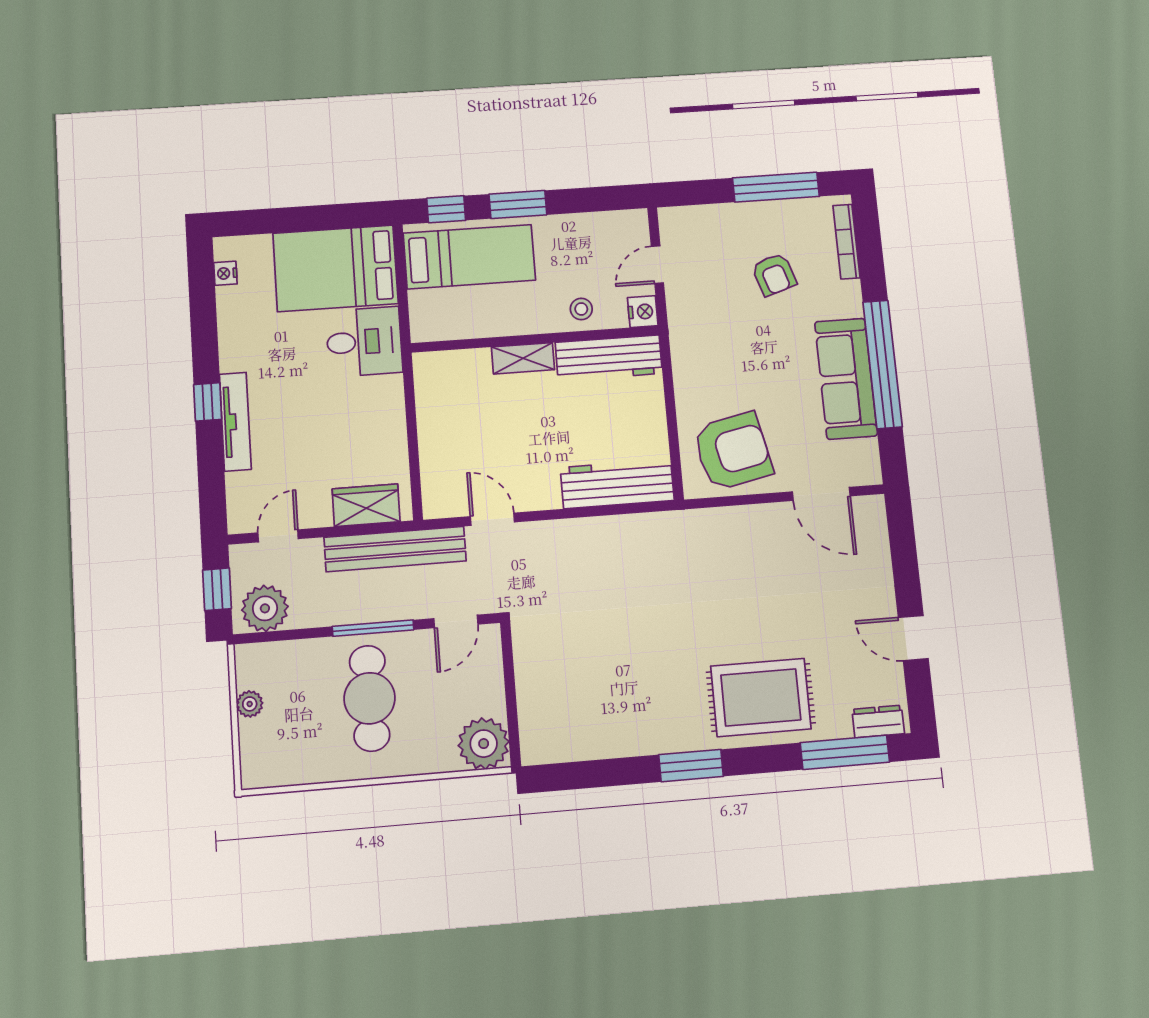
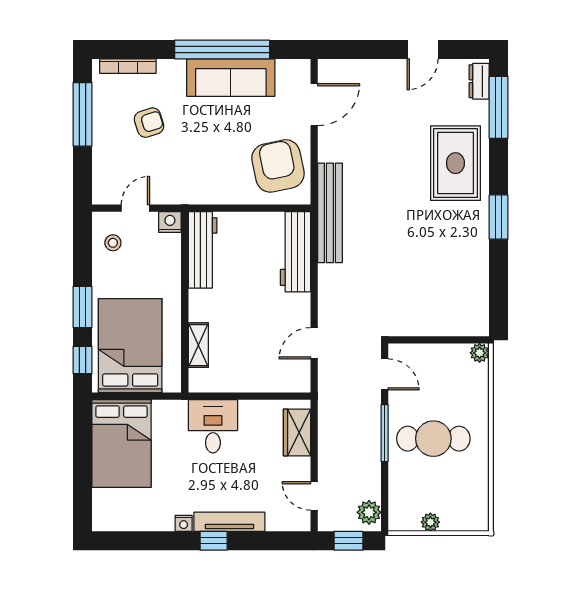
bed: (469, 257) -> (130, 346), width x1.50
door: (657, 265) -> (135, 208), swing flipped
nightstand: (225, 273) -> (184, 523), moved
stool: (581, 309) -> (113, 243), moved
desk: (364, 342) -> (213, 426), moved
shelving: (523, 358) -> (198, 345), moved
bench: (395, 549) -> (330, 213), moved
plant: (265, 608) -> (369, 512), width x0.73, depth x0.73
plant: (484, 744) -> (480, 353), width x0.53, depth x0.53

